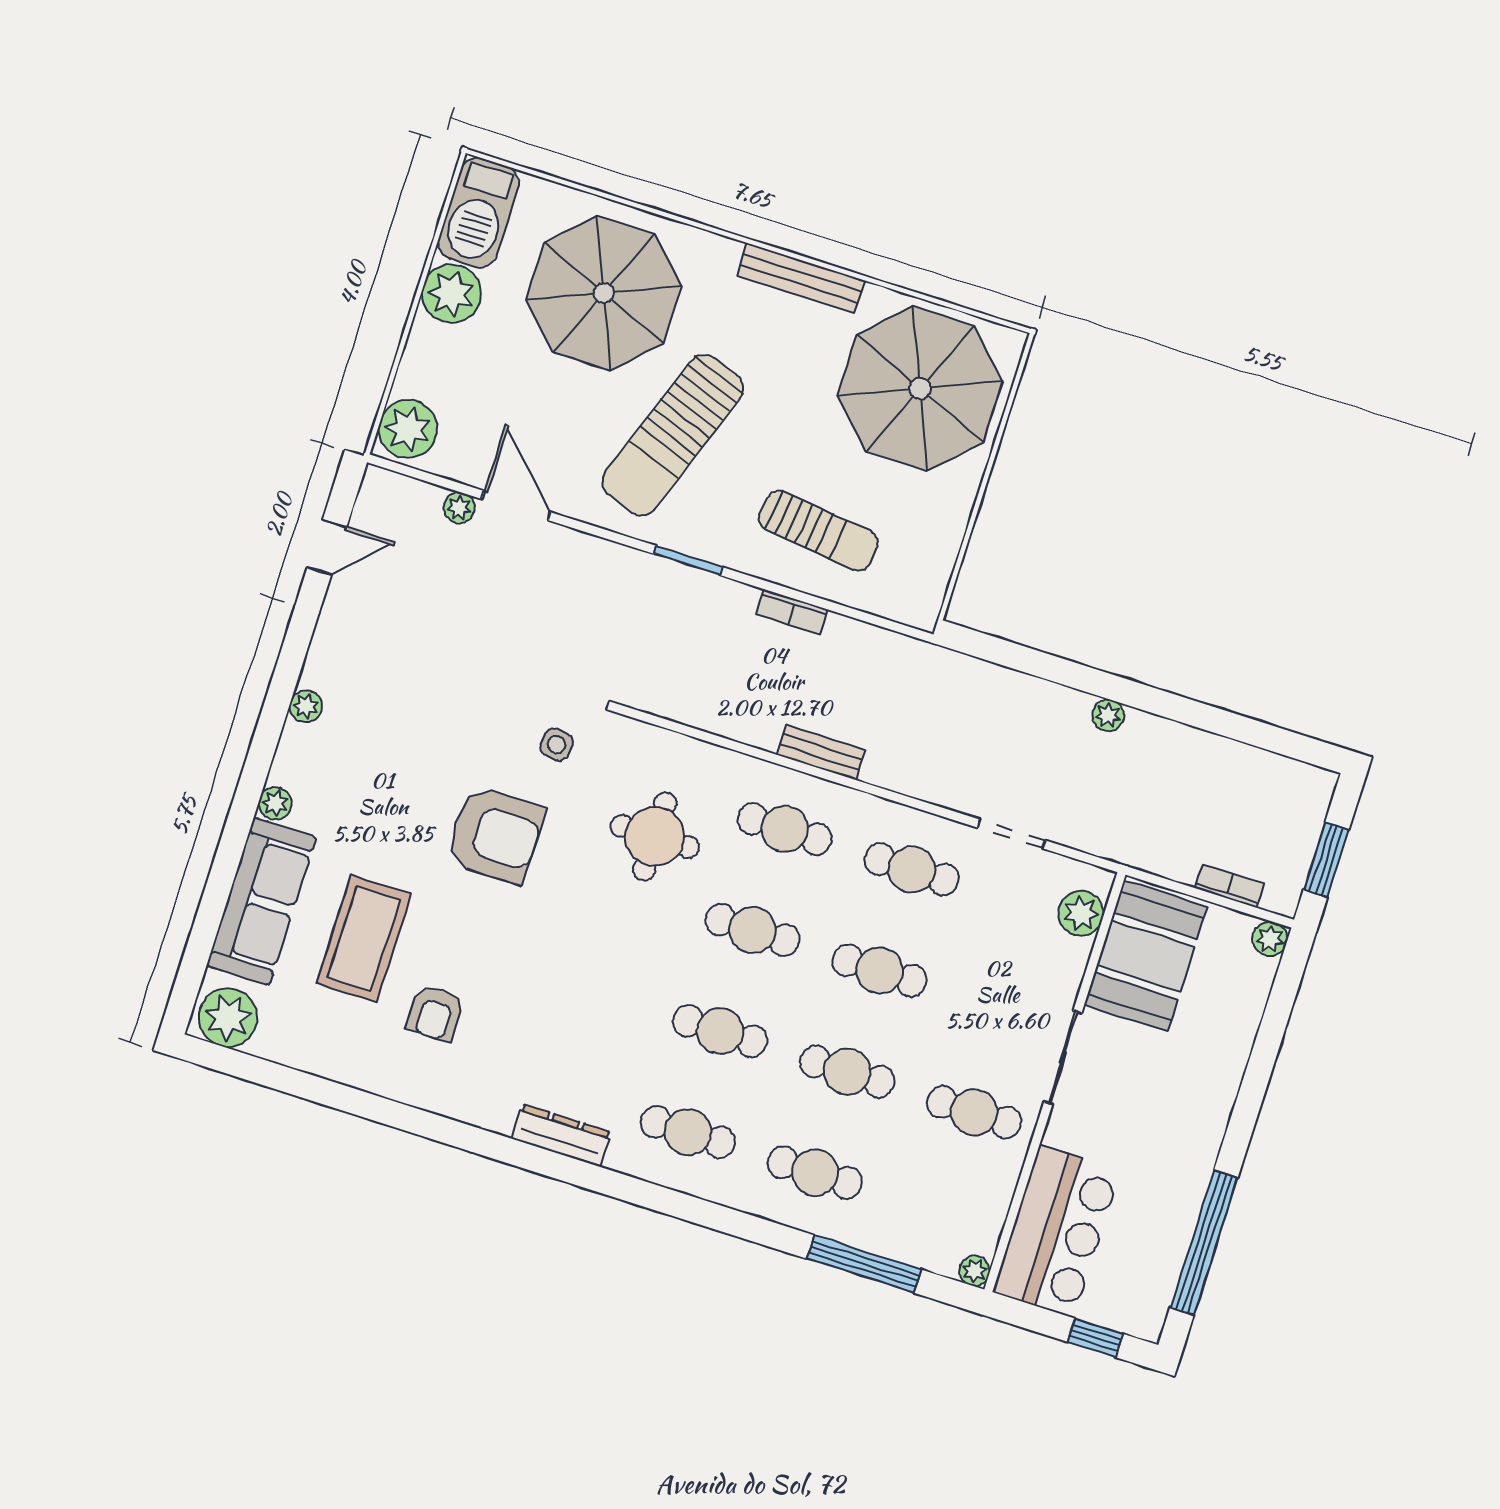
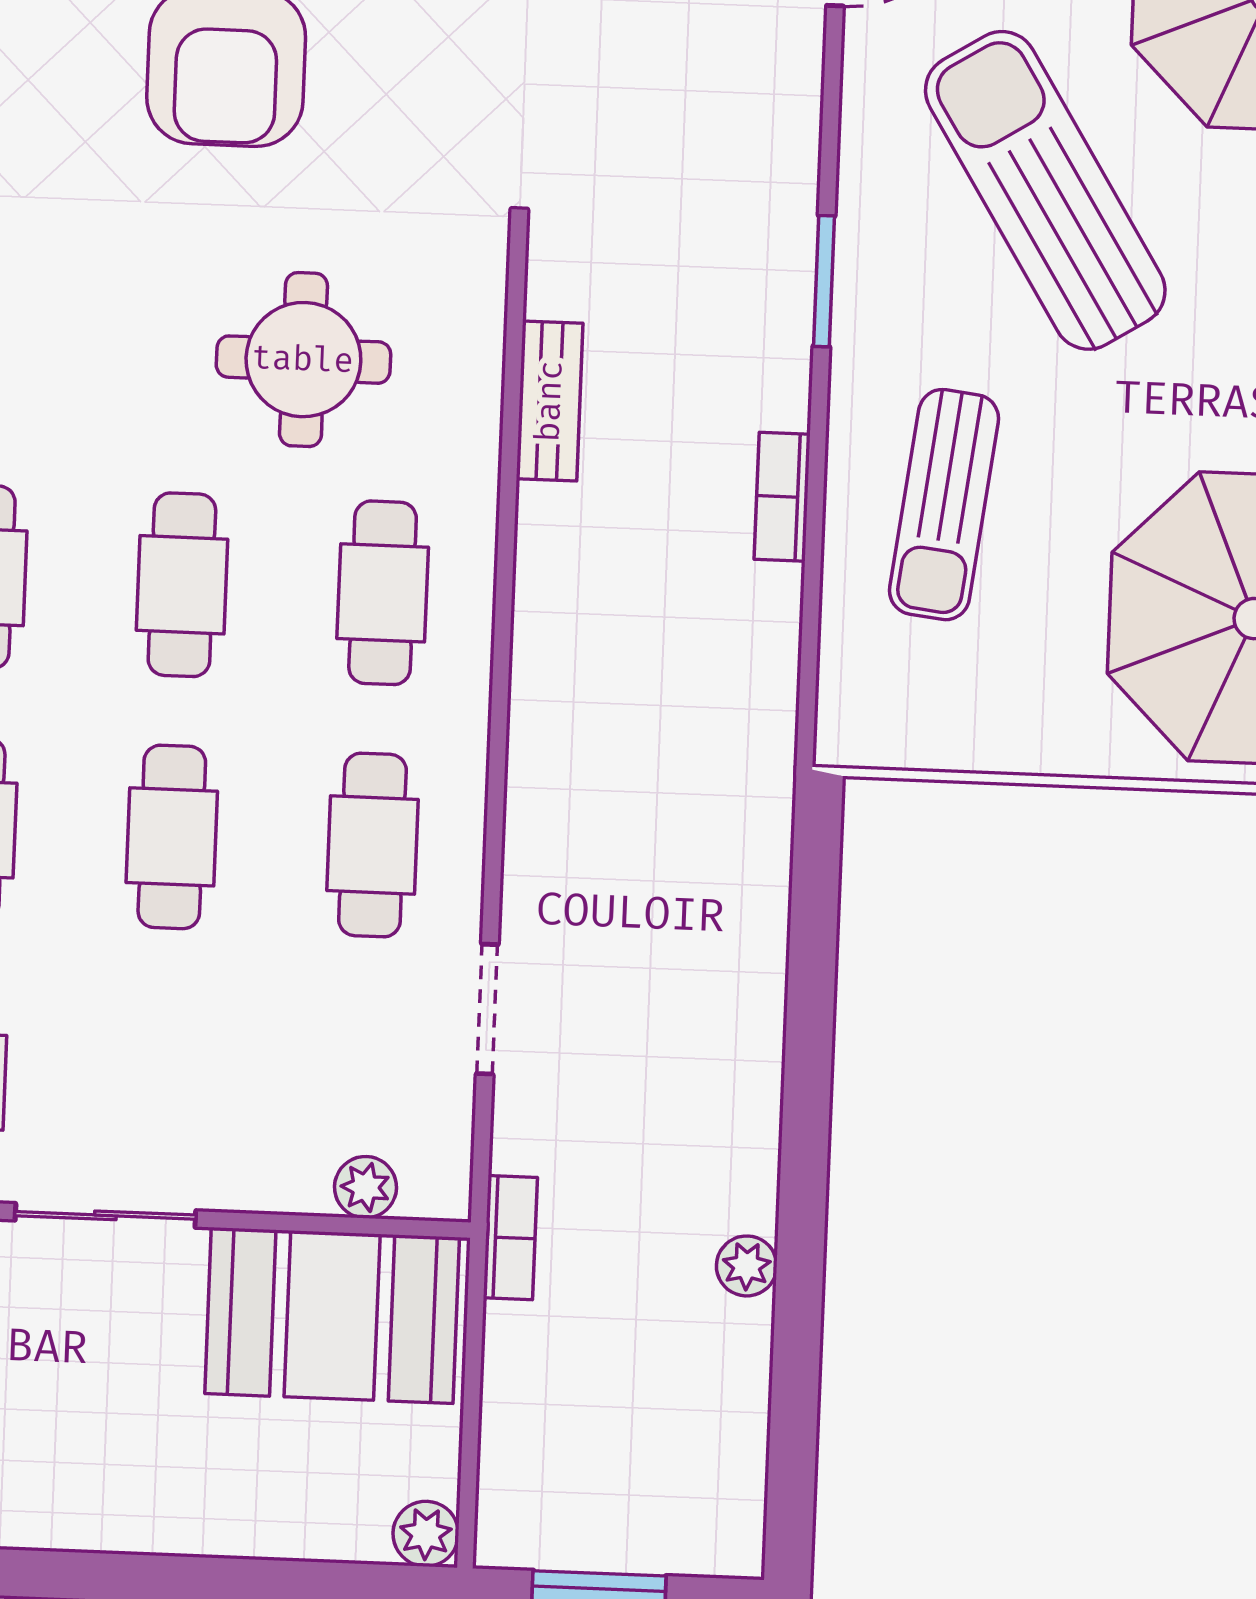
sun lounger: (673, 435) -> (1045, 190), turned 38
plant: (1108, 715) -> (747, 1266), moved
side table: (557, 745) -> (422, 134), removed
bench: (821, 752) -> (550, 401), moved
bookcase: (1229, 886) -> (510, 1238), moved
plant: (1081, 913) -> (365, 1187), width x0.73, depth x0.73

